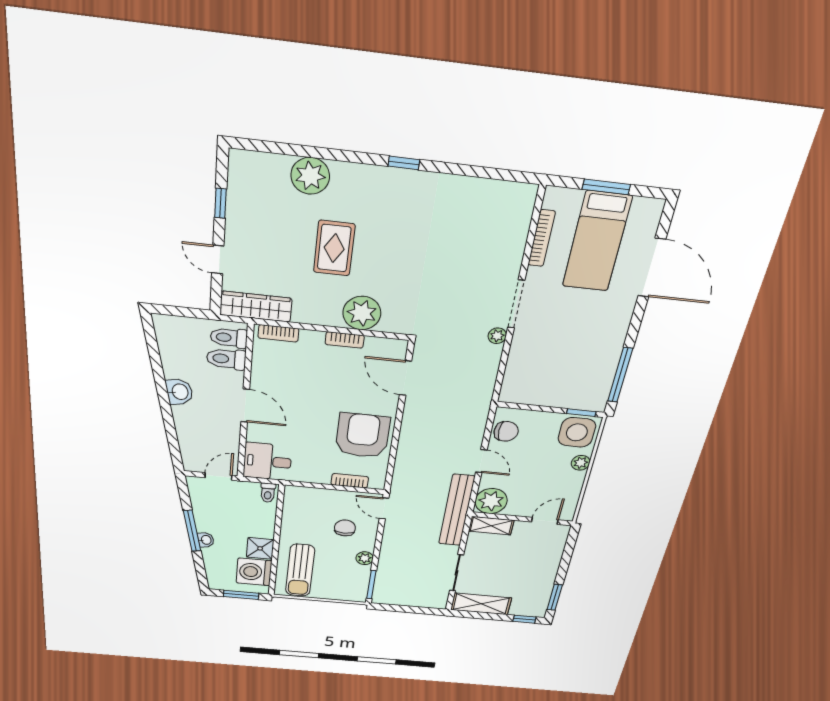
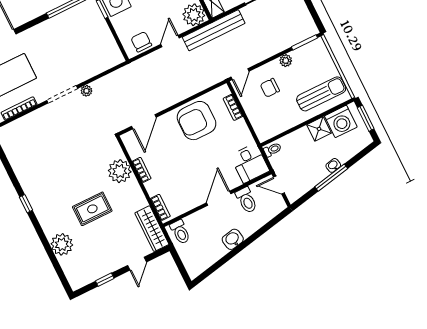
toilet: (226, 359) -> (246, 200), moved

